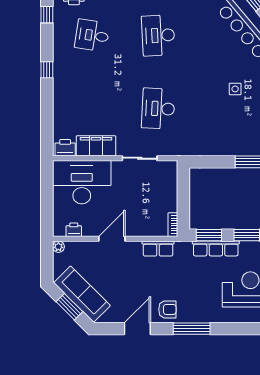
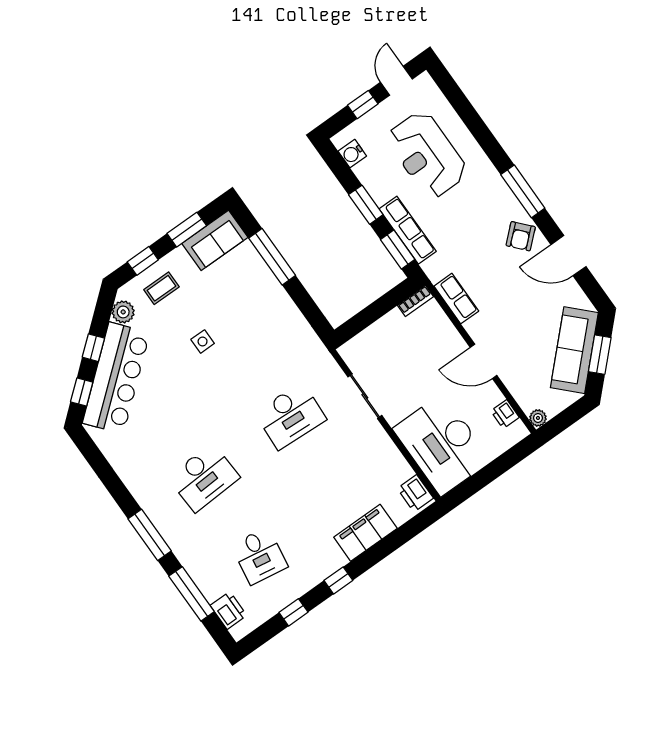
window: (47, 15) -> (294, 612), moved
filing cabinet: (96, 146) -> (365, 533), moved, turned 90
armchair: (167, 309) -> (521, 236), turned -132

